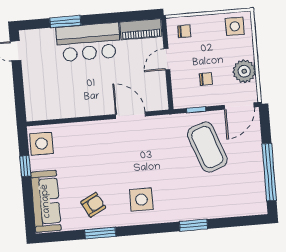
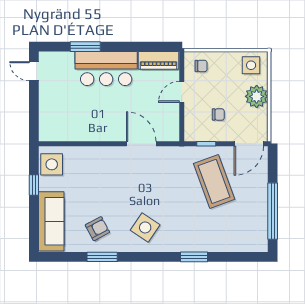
plant: (244, 71) -> (257, 96), moved
side table: (141, 200) -> (145, 227), turned 34

